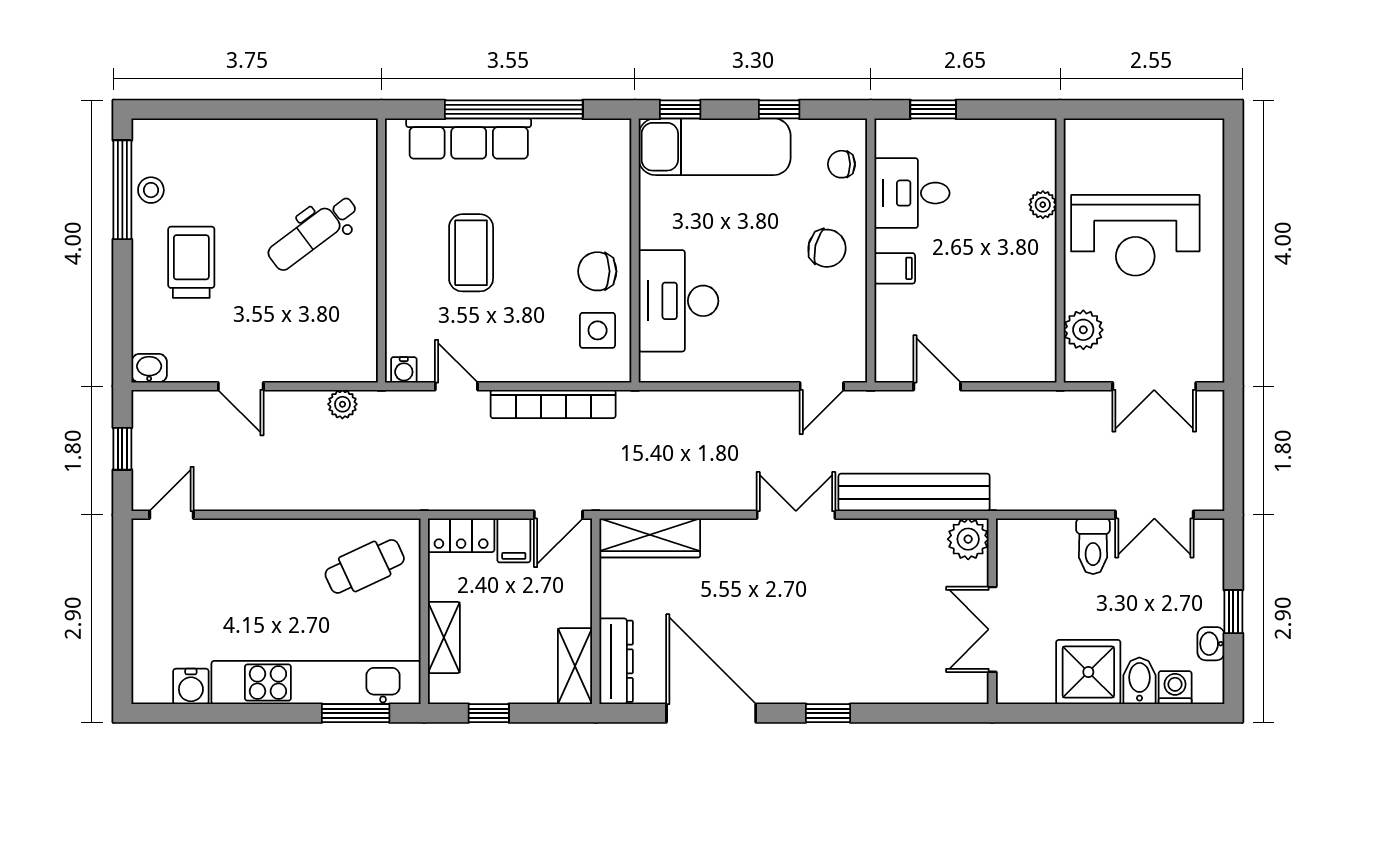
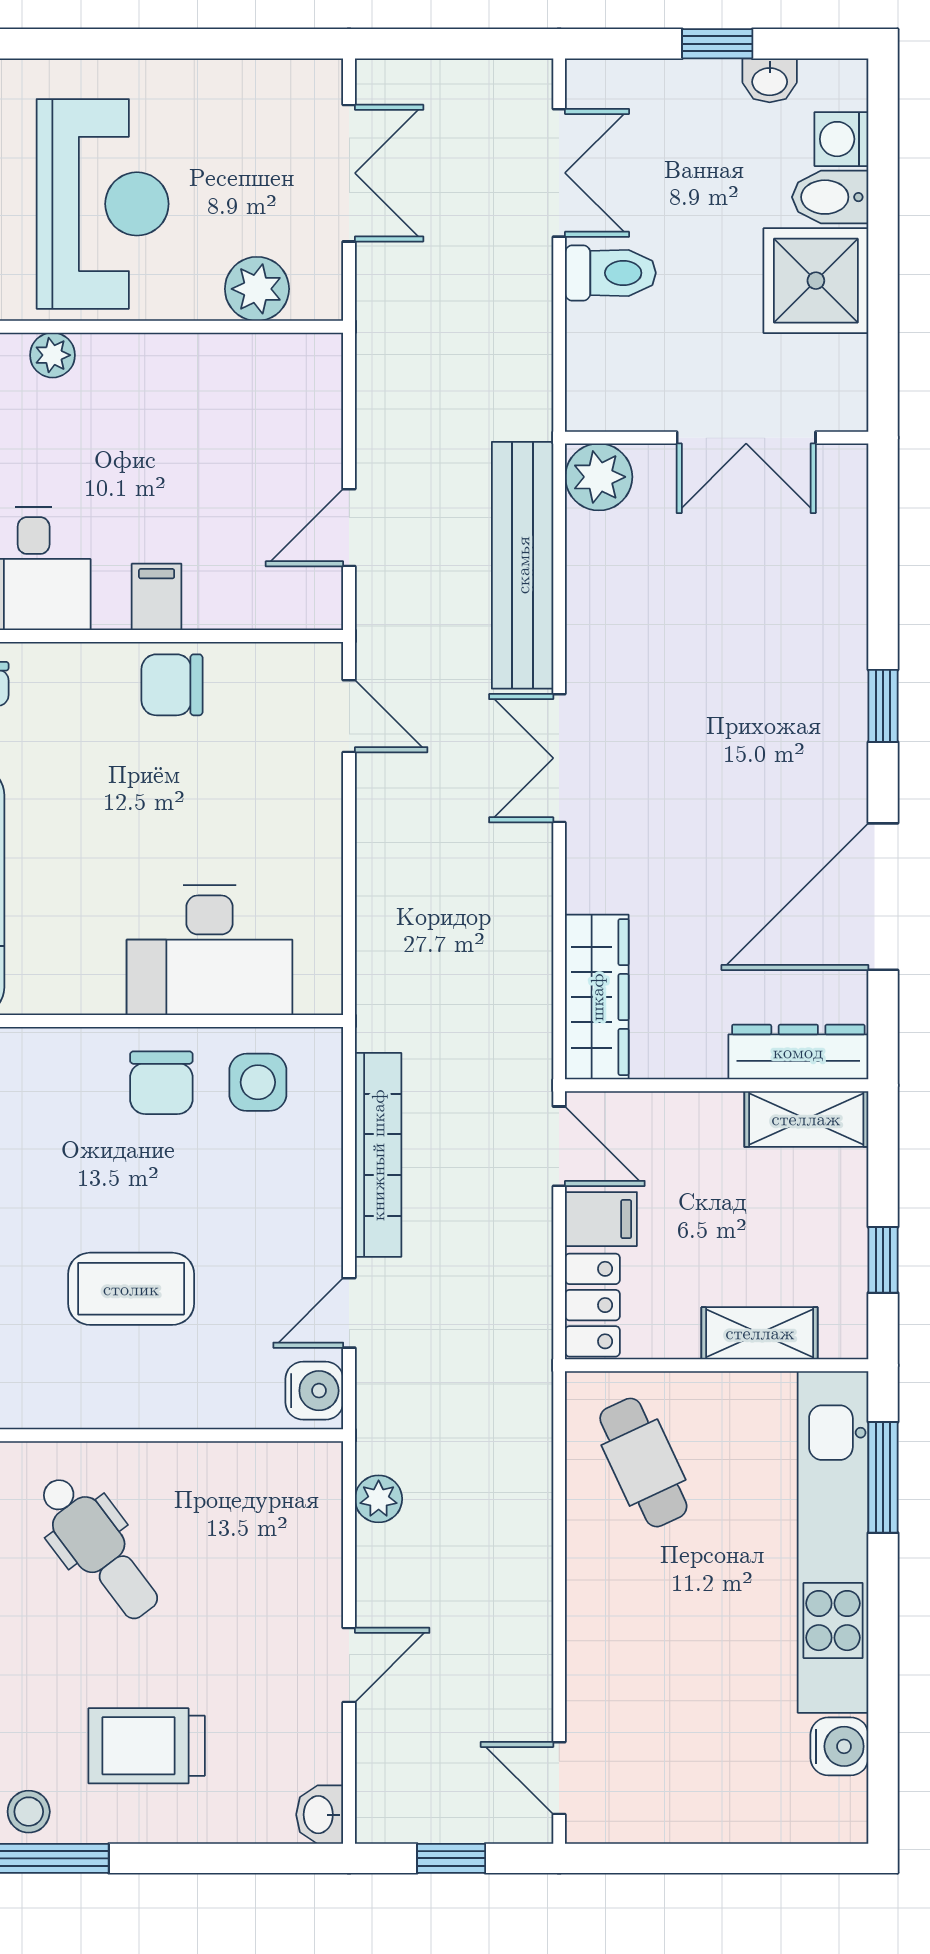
chair: (827, 248) -> (172, 685), moved, turned -104
water cooler: (404, 370) -> (314, 1391), width x1.38, depth x1.38

